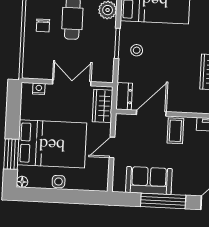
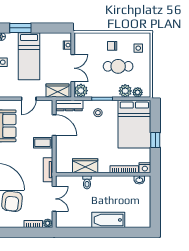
plant: (104, 73) -> (81, 91), added
dresser: (124, 96) -> (69, 105), width x1.44
bed: (52, 144) -> (29, 56), width x0.67
door: (112, 147) -> (29, 99), swing flipped

